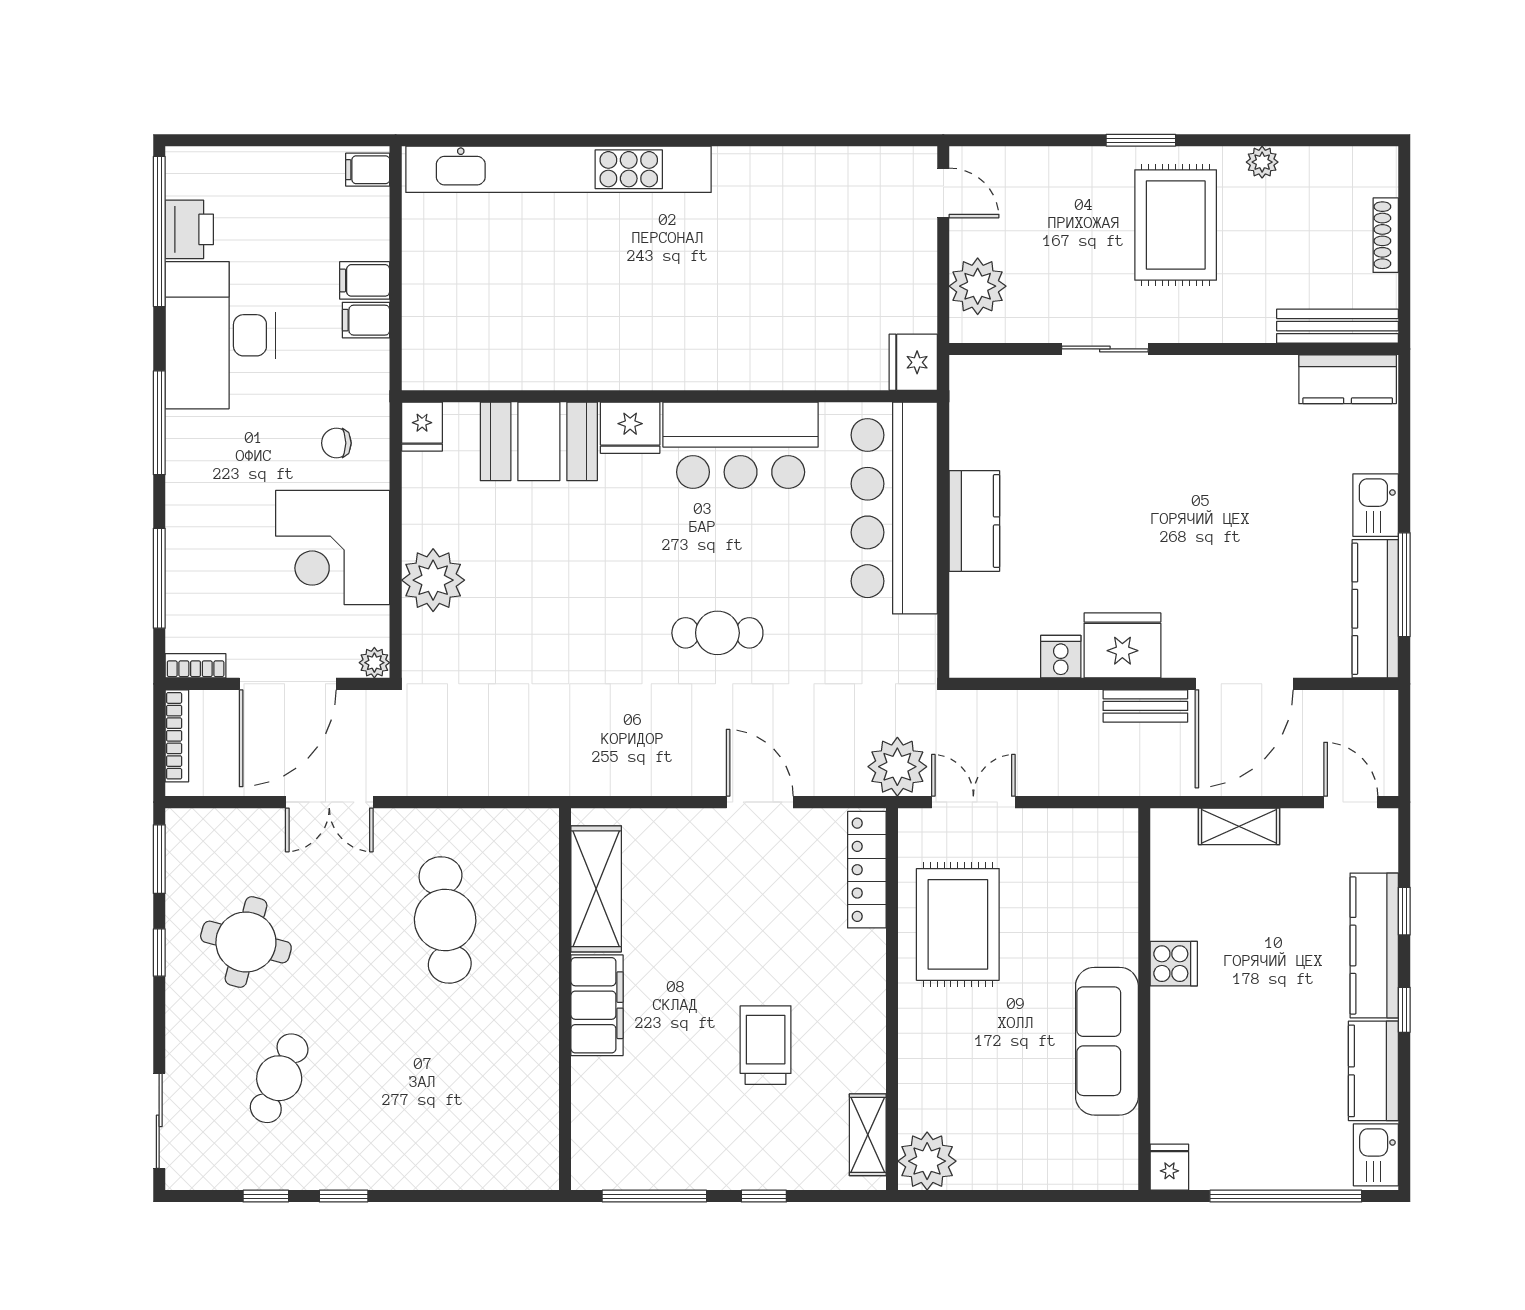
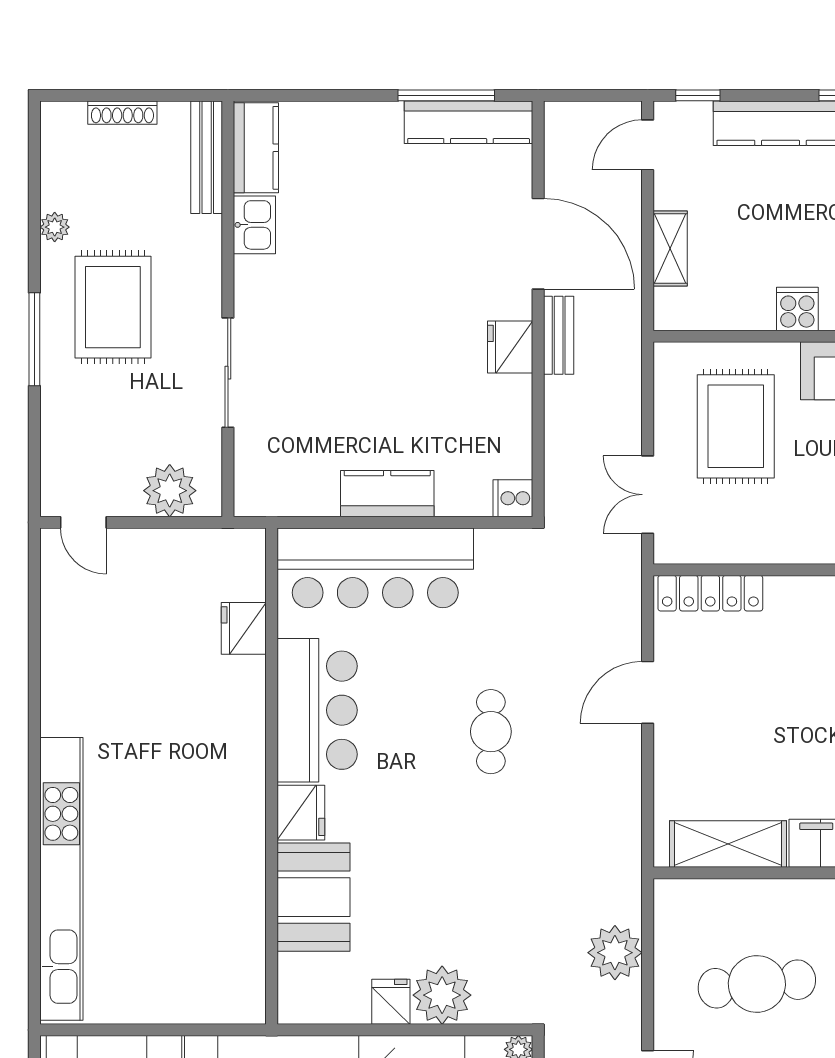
window: (1141, 140) -> (34, 339), width x1.44
door: (943, 193) -> (83, 522), swing flipped
rug: (1176, 225) -> (113, 307), turned 90
sliding door: (1105, 349) -> (228, 373), width x1.37
fridge: (913, 362) -> (244, 628), moved, turned 90
fridge: (422, 427) -> (391, 1002), moved, turned -90
kitchen sink: (1376, 505) -> (254, 225), moved, turned -90
fridge: (1122, 645) -> (510, 347), width x0.73, depth x0.75
cooker: (1061, 657) -> (513, 498), moved
plant: (897, 767) -> (615, 953), moved
window: (1404, 911) -> (698, 95), moved
rug: (958, 924) -> (736, 426), moved, turned 90

